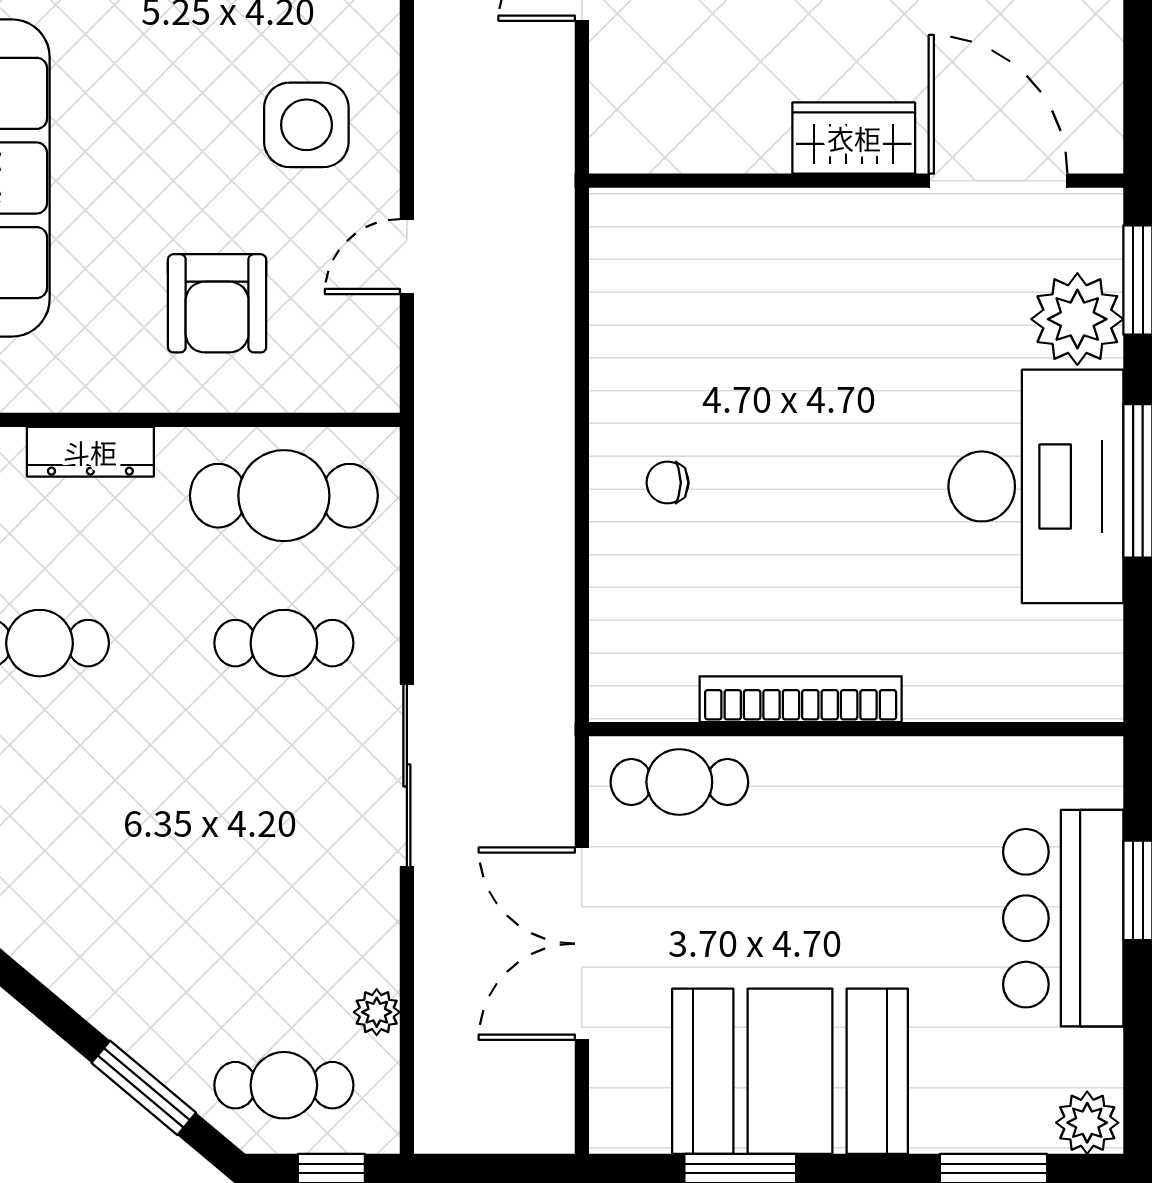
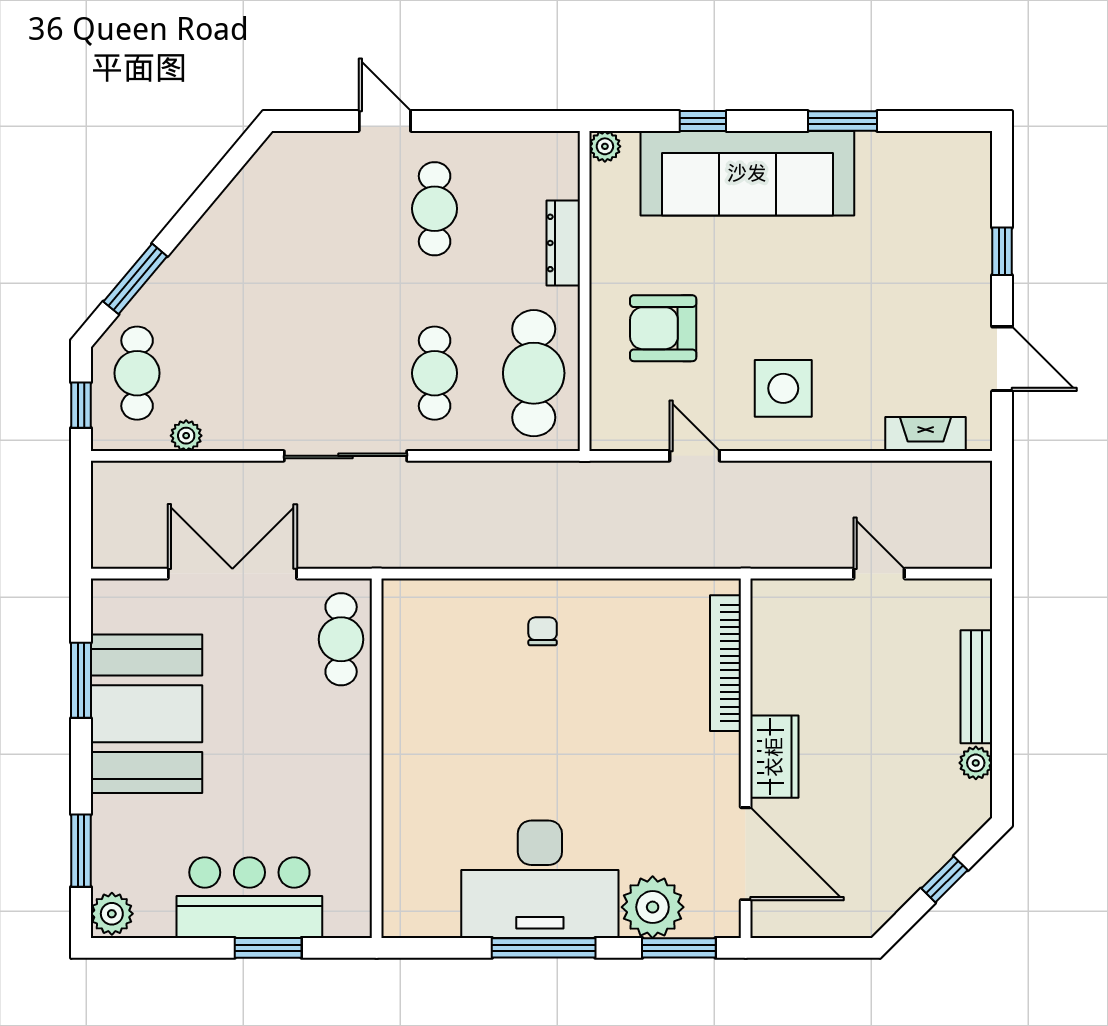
door: (998, 181) -> (746, 854), hinge flipped
bookcase: (801, 699) -> (726, 663), moved, turned 180

